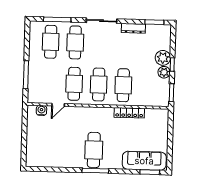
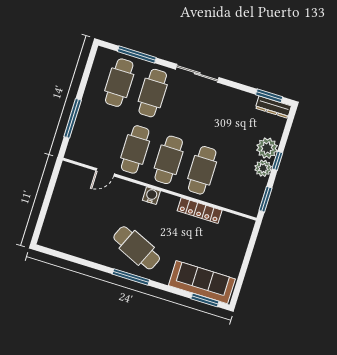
dresser: (133, 28) -> (273, 107), moved
water cooler: (41, 110) -> (151, 196), moved
cafe table: (94, 150) -> (137, 248), turned -66

